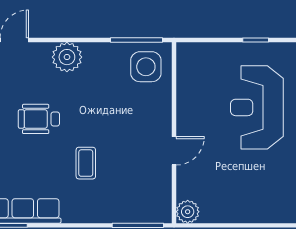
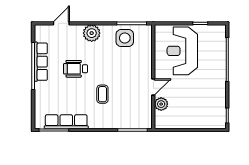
side table: (146, 67) -> (125, 38), moved
reception desk: (257, 107) -> (182, 51), moved
plant: (188, 212) -> (161, 104), moved

